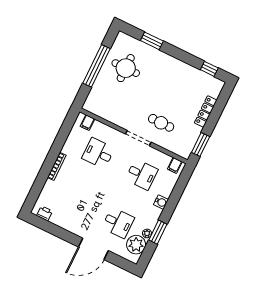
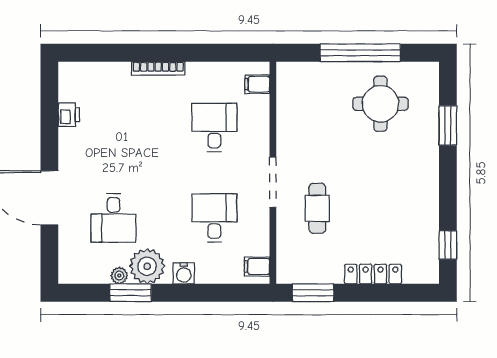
desk: (142, 174) -> (214, 218), turned 180
printer: (44, 213) -> (69, 115), moved
plant: (136, 245) -> (147, 266), moved

